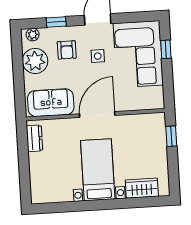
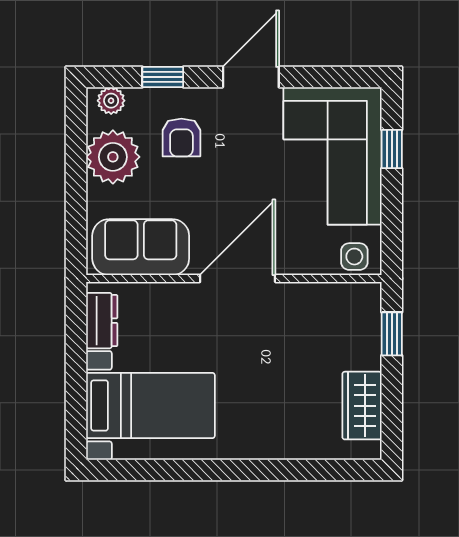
side table: (98, 56) -> (354, 257), moved
bed with nightstands: (98, 170) -> (150, 406), moved, turned 90
wardrobe: (142, 188) -> (362, 406), moved, turned -90

